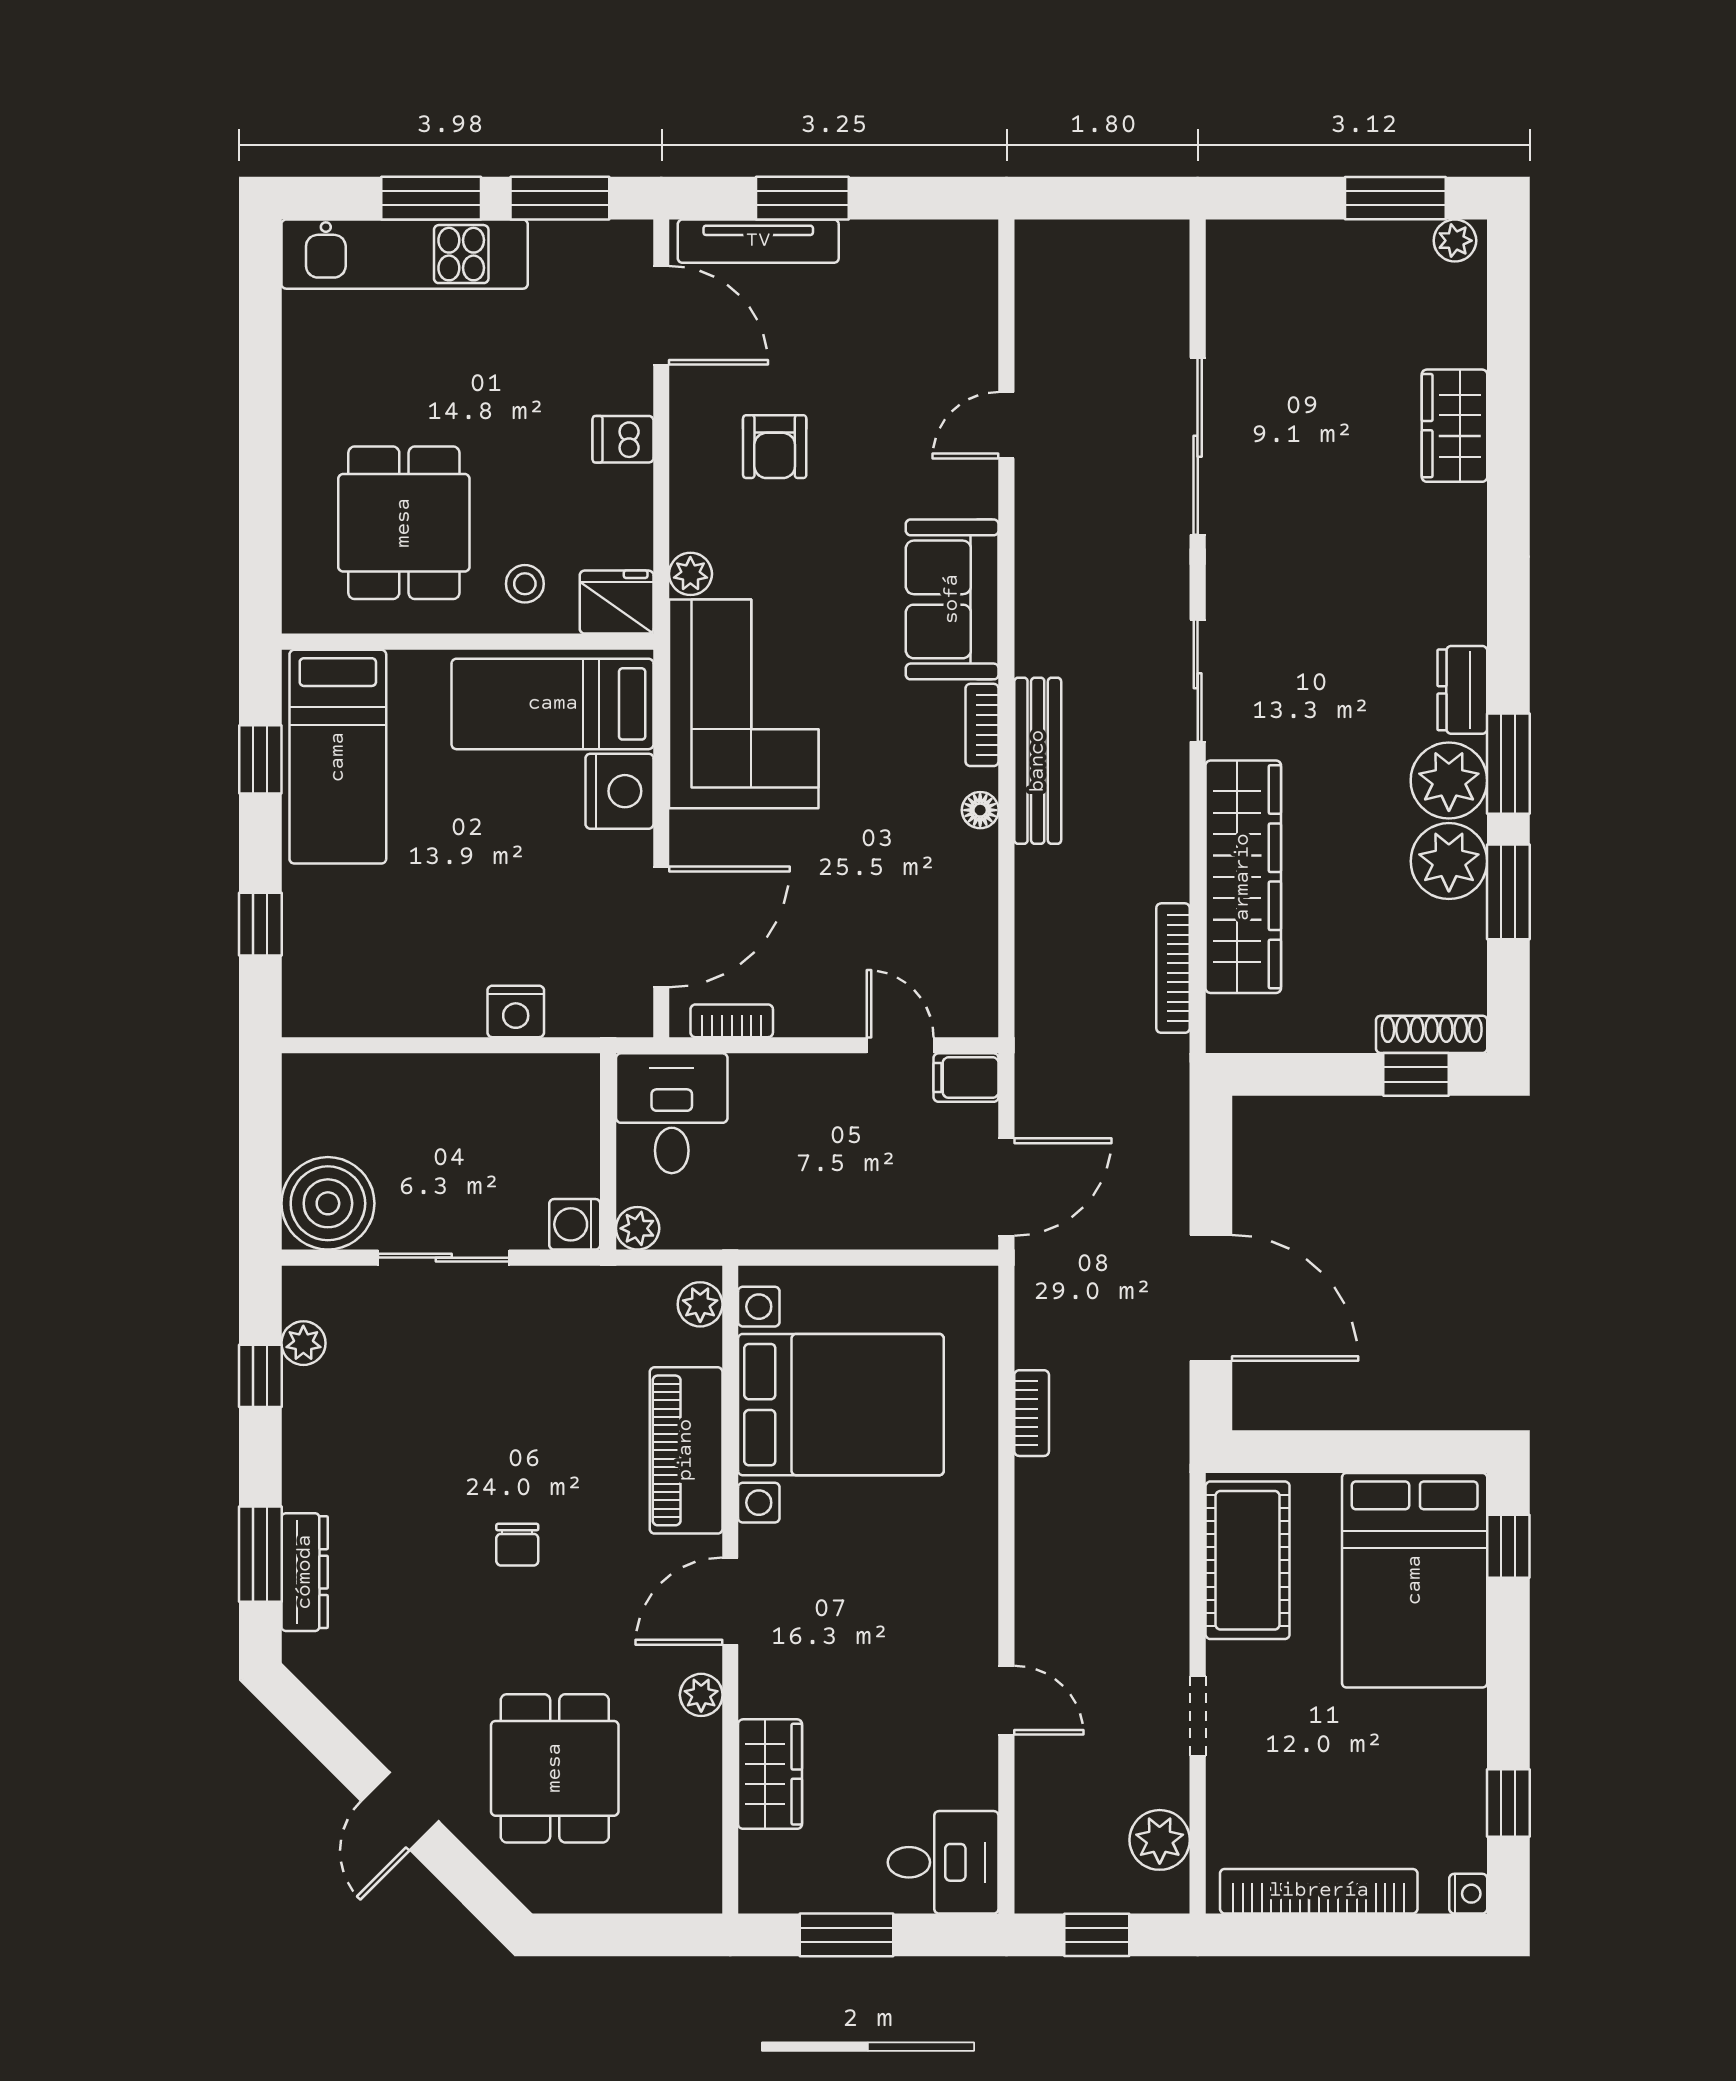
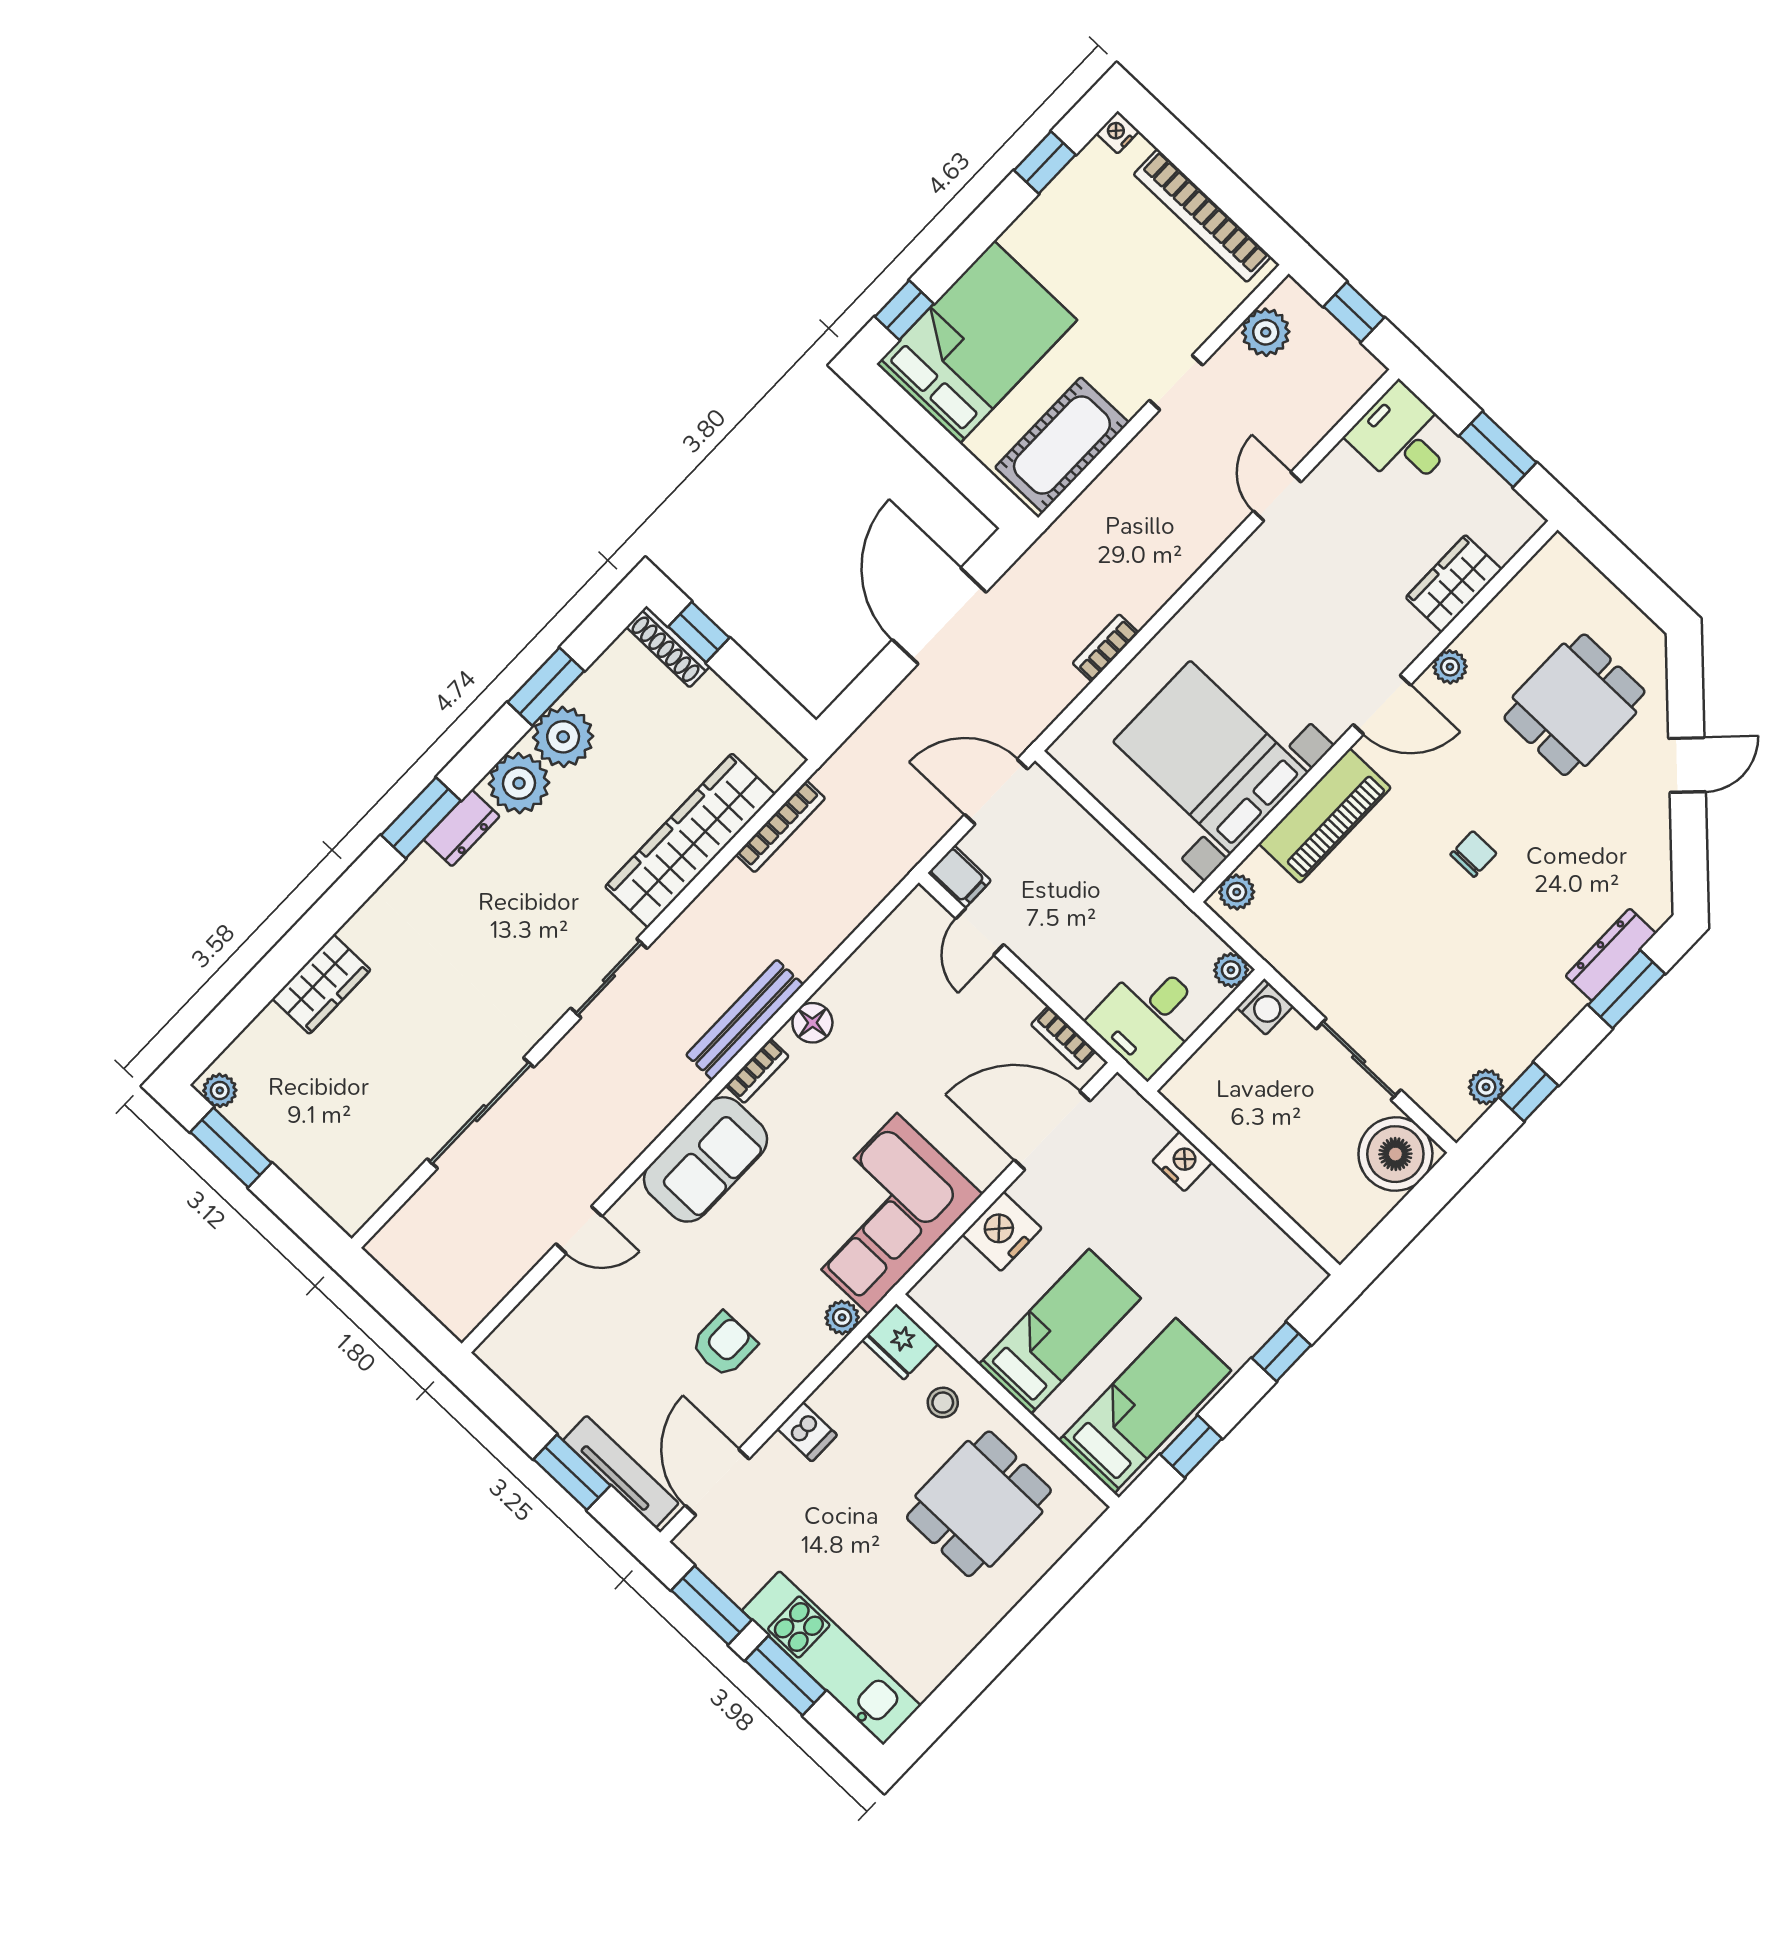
bed: (553, 704) -> (1060, 1331), moved, turned -90
window: (1508, 764) -> (421, 818), moved
floor lamp: (980, 810) -> (812, 1023), width x1.37, depth x1.37

